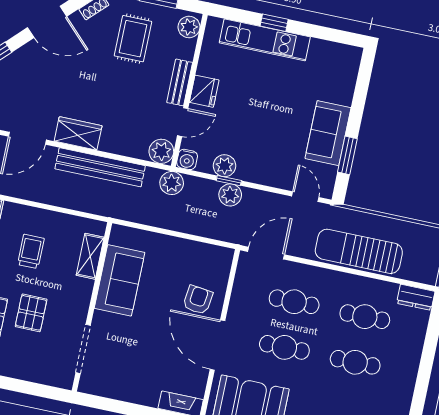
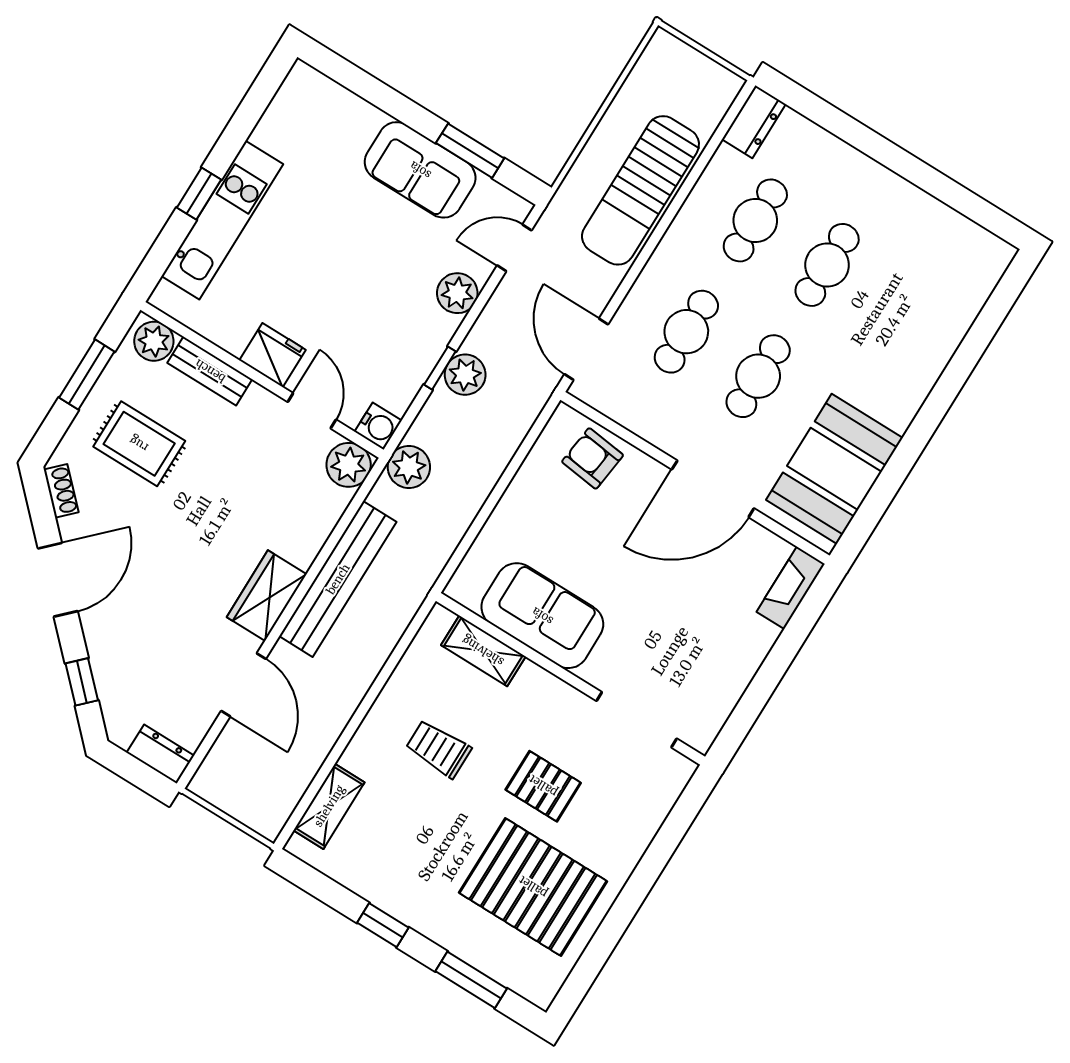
bench: (180, 82) -> (210, 371), moved
plant: (224, 166) -> (457, 293), moved
armchair: (198, 300) -> (593, 458), moved

